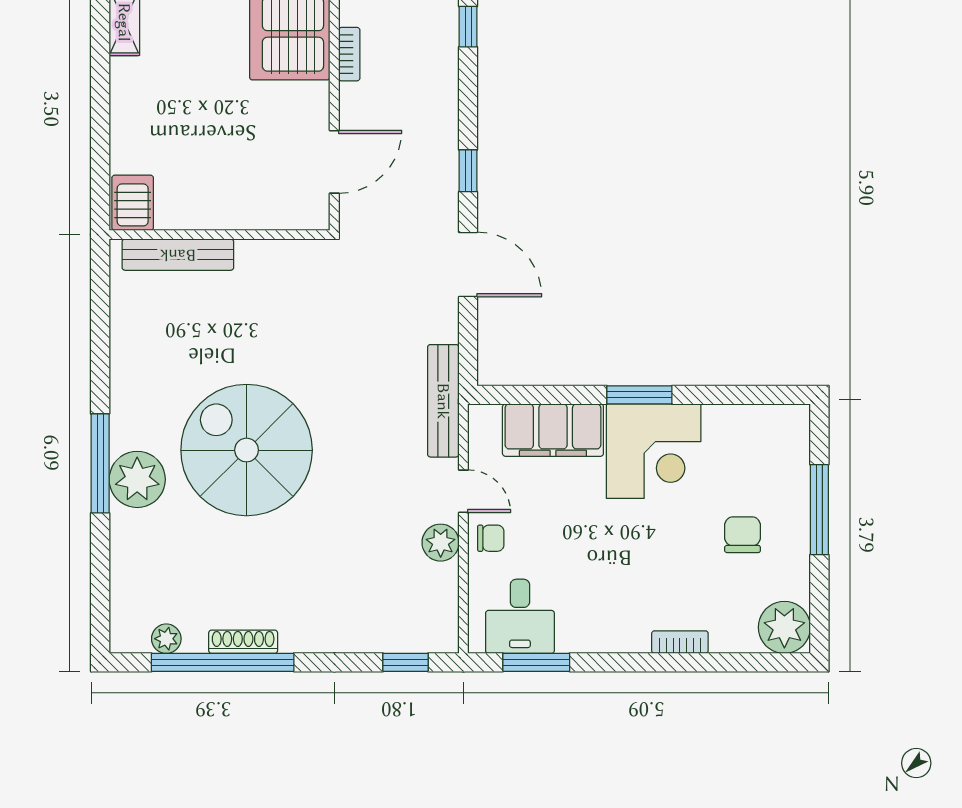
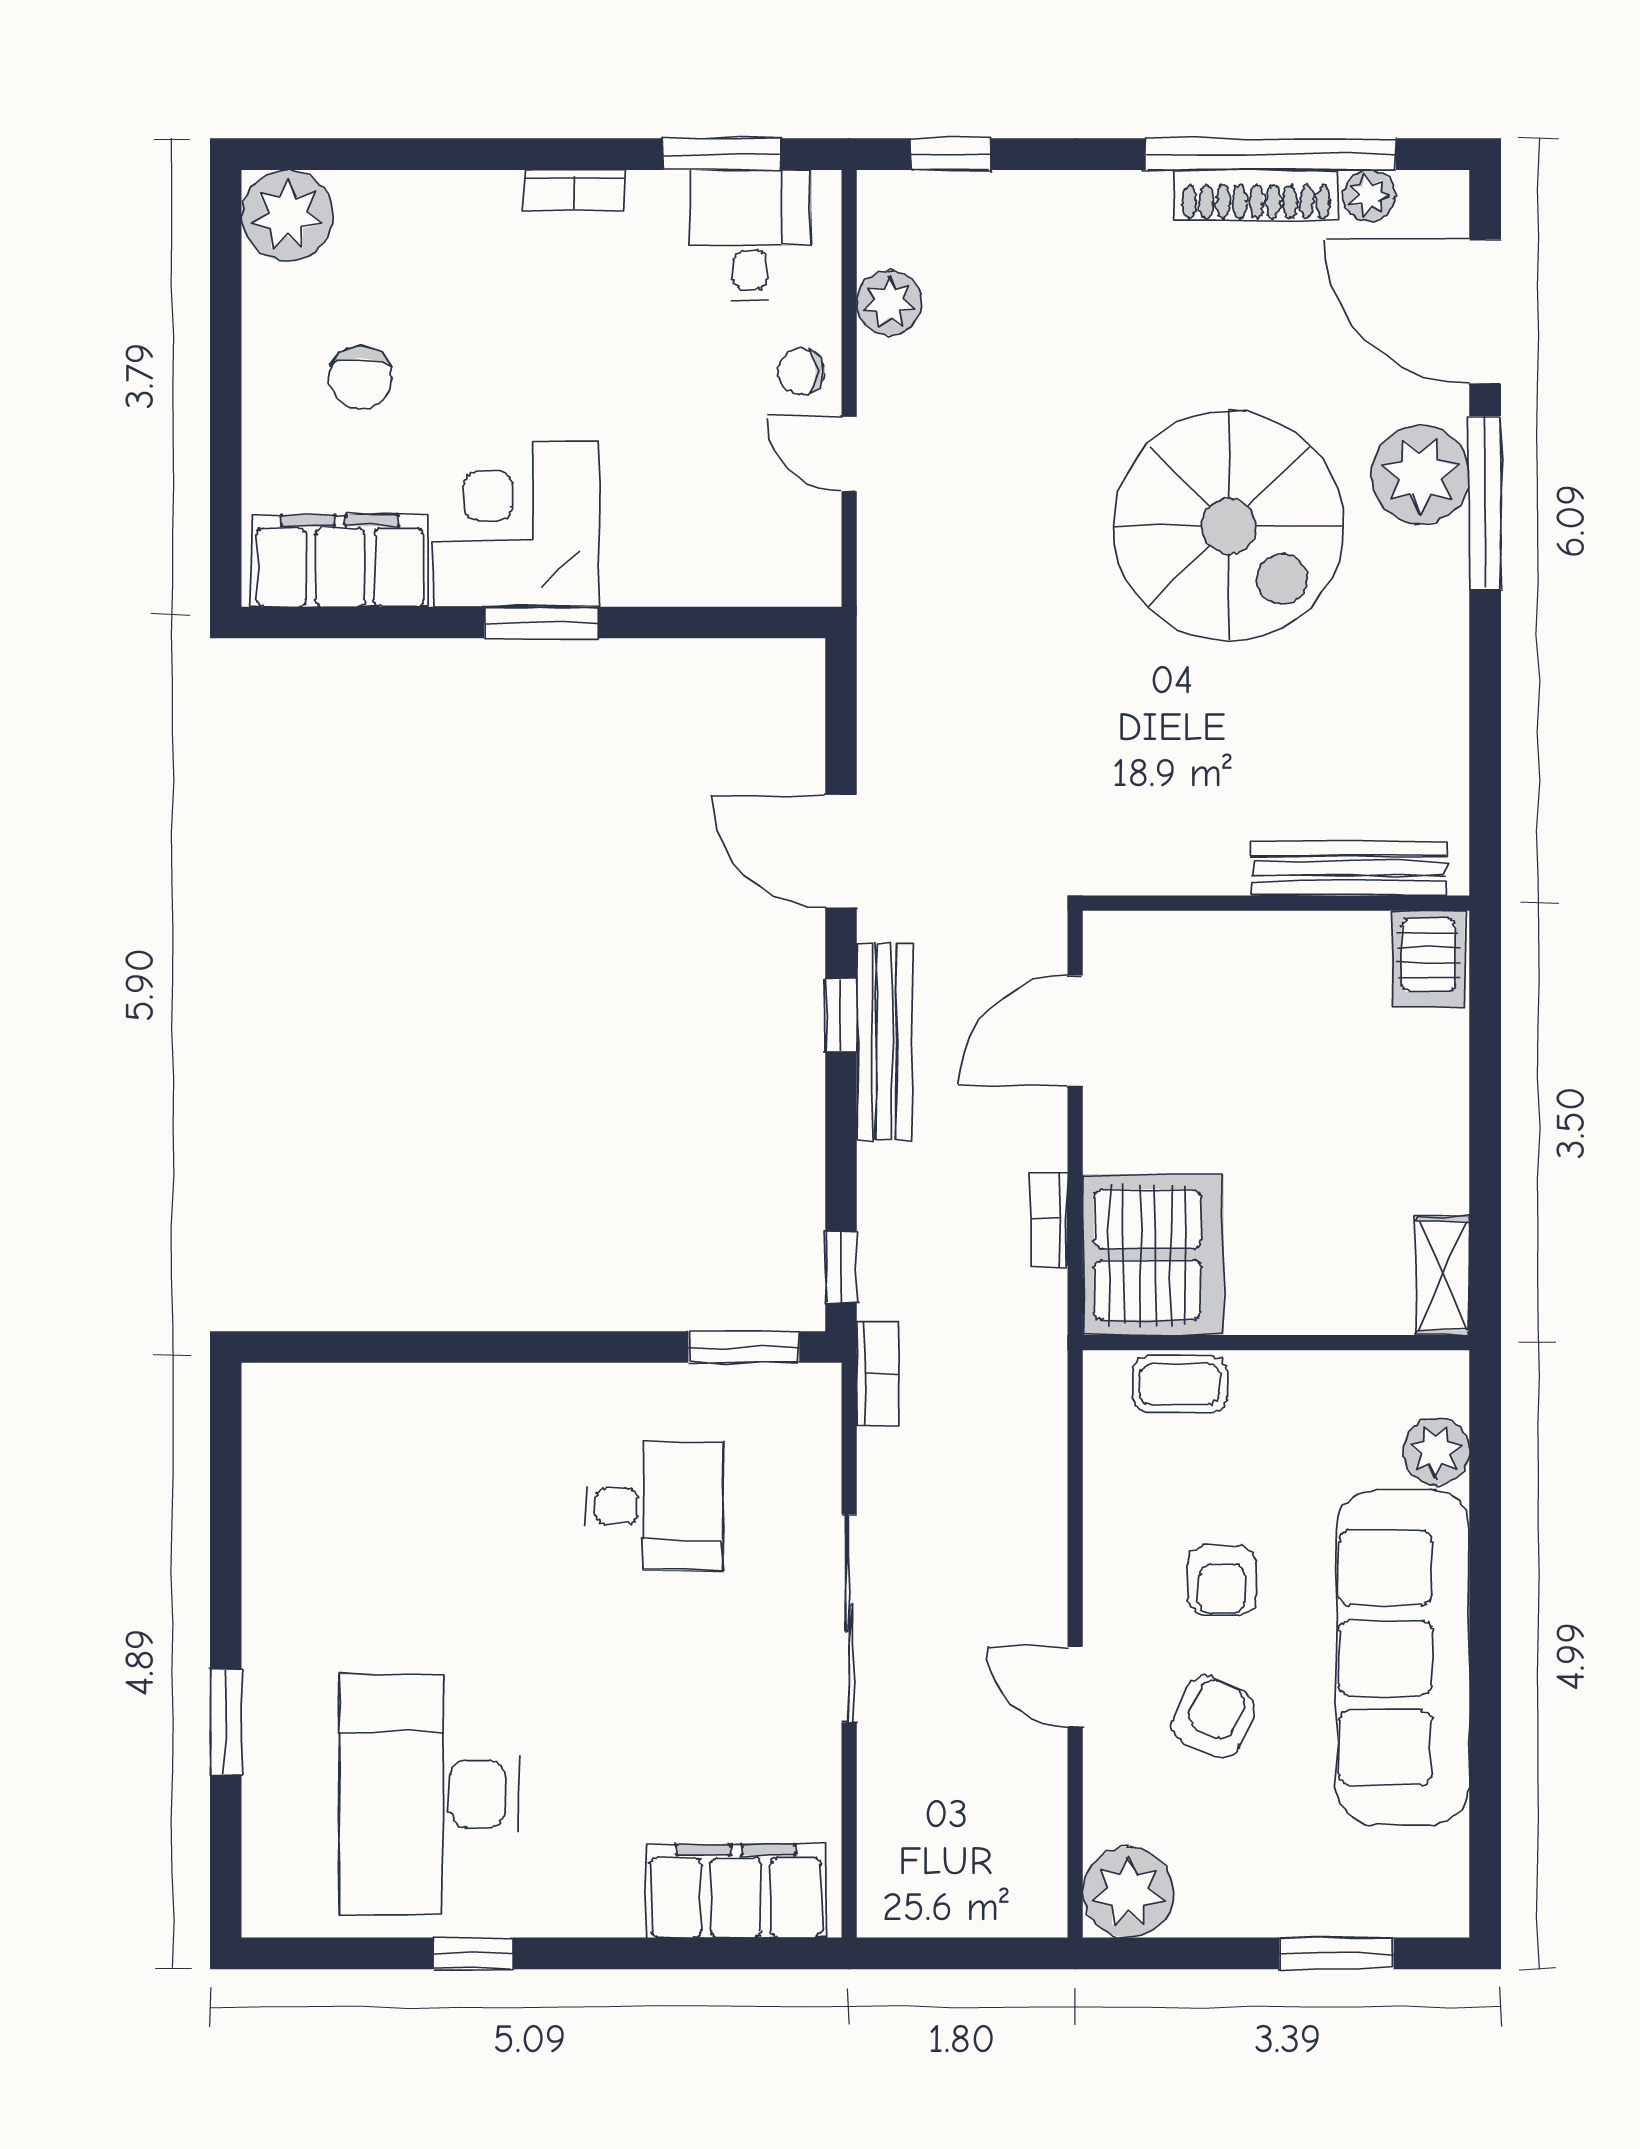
bench: (443, 401) -> (884, 1042), moved
filing cabinet: (553, 430) -> (340, 561), moved
window: (819, 510) -> (226, 422), removed
plant: (441, 543) -> (889, 303), moved
door: (100, 573) -> (1485, 311), added
shoe rack: (243, 642) -> (1257, 195), width x1.36, depth x1.24
bookcase: (680, 642) -> (574, 190), moved

